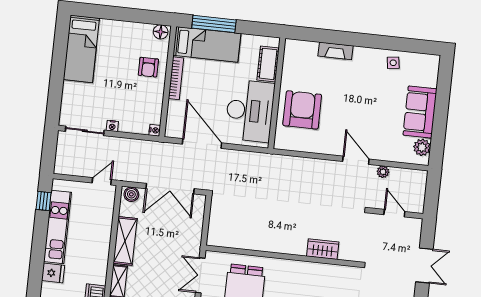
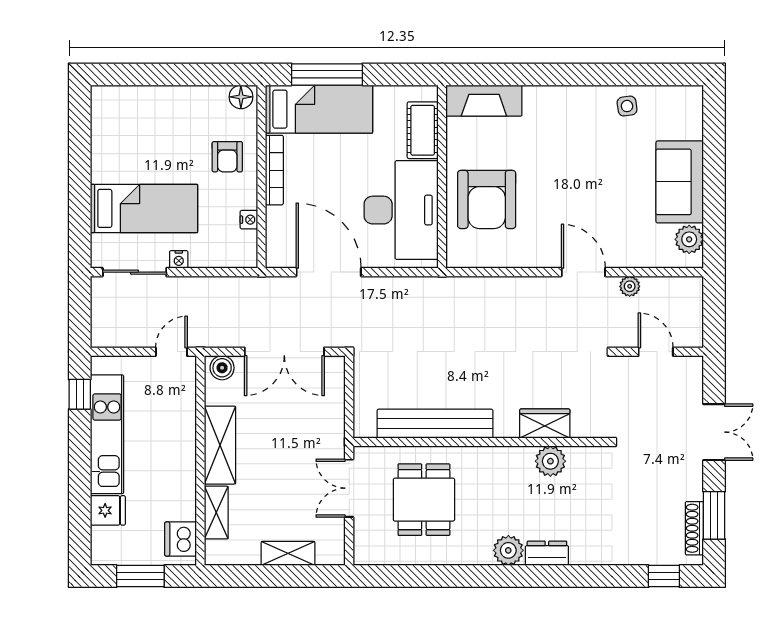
bed: (81, 49) -> (144, 208), moved, turned -90
fireplace: (335, 51) -> (484, 101), moved, width x1.37, depth x1.32
armchair: (302, 110) -> (487, 199), turned 180
nightstand: (155, 130) -> (249, 220), moved
bench: (256, 242) -> (435, 424), added
plant: (324, 272) -> (550, 461), added

